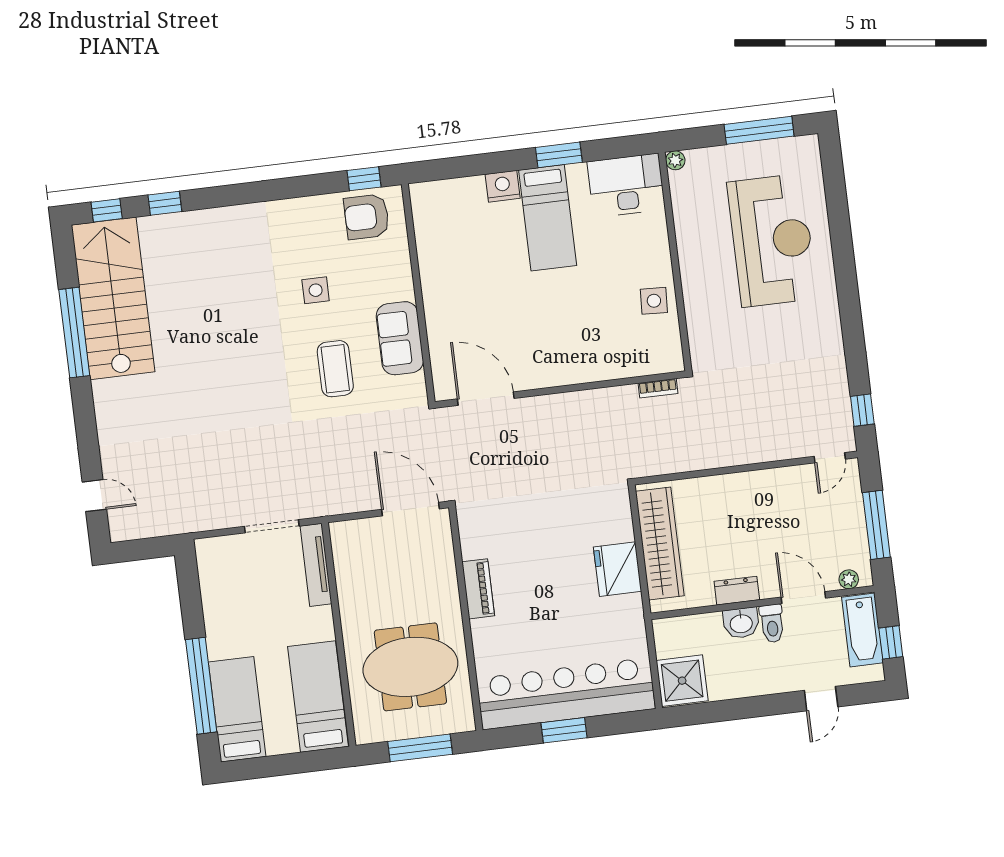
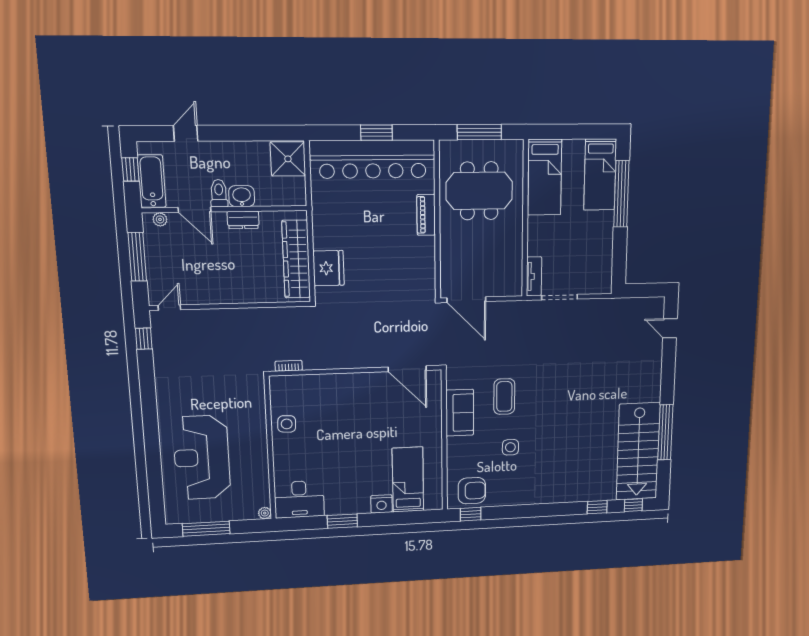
bed: (548, 218) -> (408, 480), moved
tv unit: (316, 565) -> (534, 276), width x0.71
fridge: (618, 569) -> (329, 268), moved
piano: (478, 589) -> (426, 215), moved

